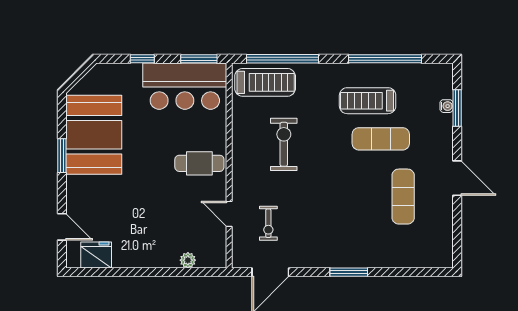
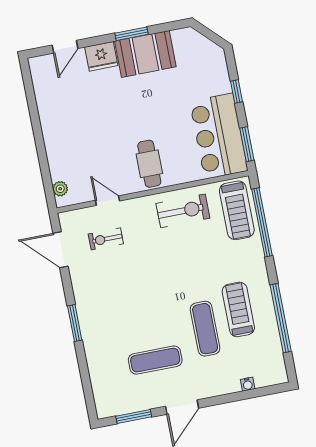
window: (457, 108) -> (134, 417), moved
booth: (94, 135) -> (145, 54), width x0.73, depth x0.70
exercise bike: (284, 144) -> (183, 211), moved
door: (229, 214) -> (107, 201), hinge flipped
fridge: (96, 255) -> (101, 56), moved, turned 90
plant: (188, 260) -> (60, 189), moved

